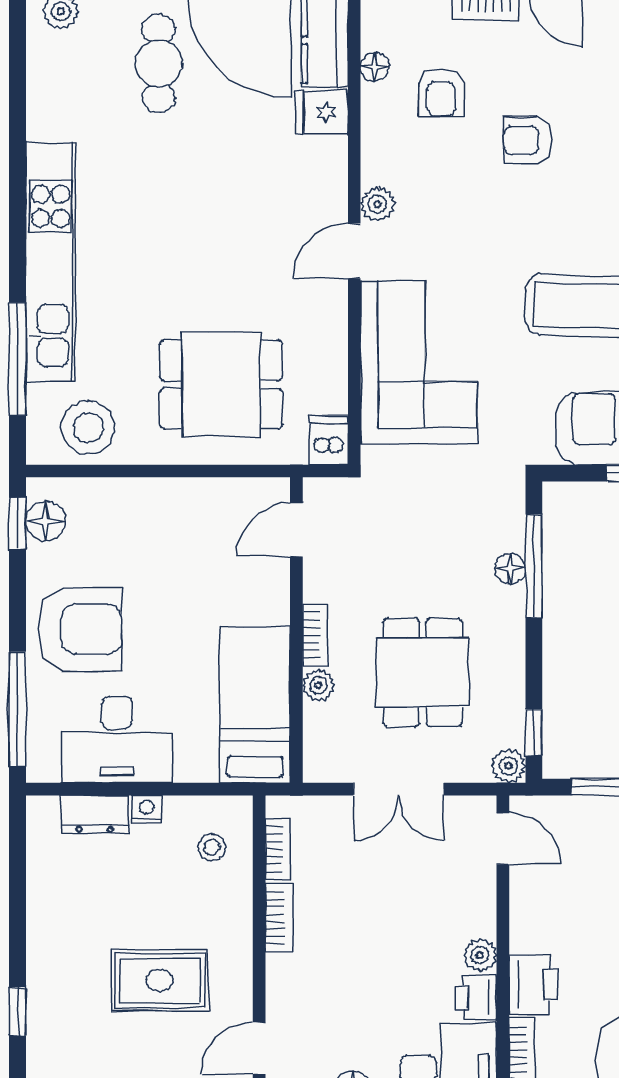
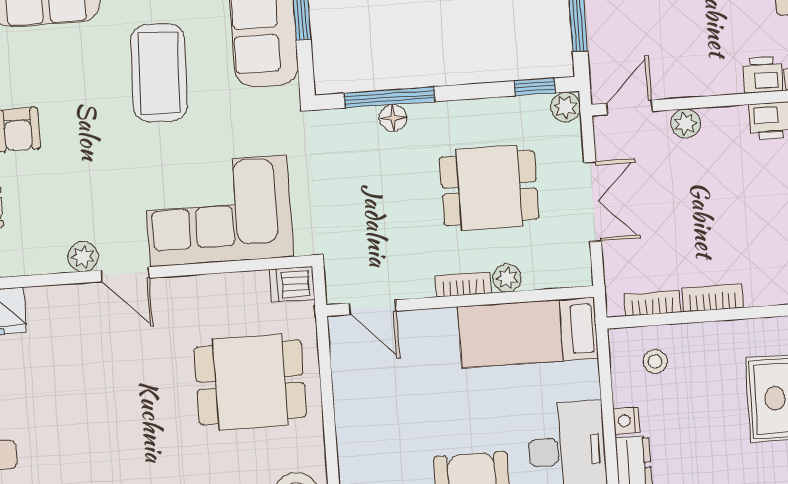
dining table: (221, 384) -> (250, 382), turned 90
plant: (480, 955) -> (686, 123), moved
printer: (534, 985) -> (763, 75), width x0.73, depth x0.81

